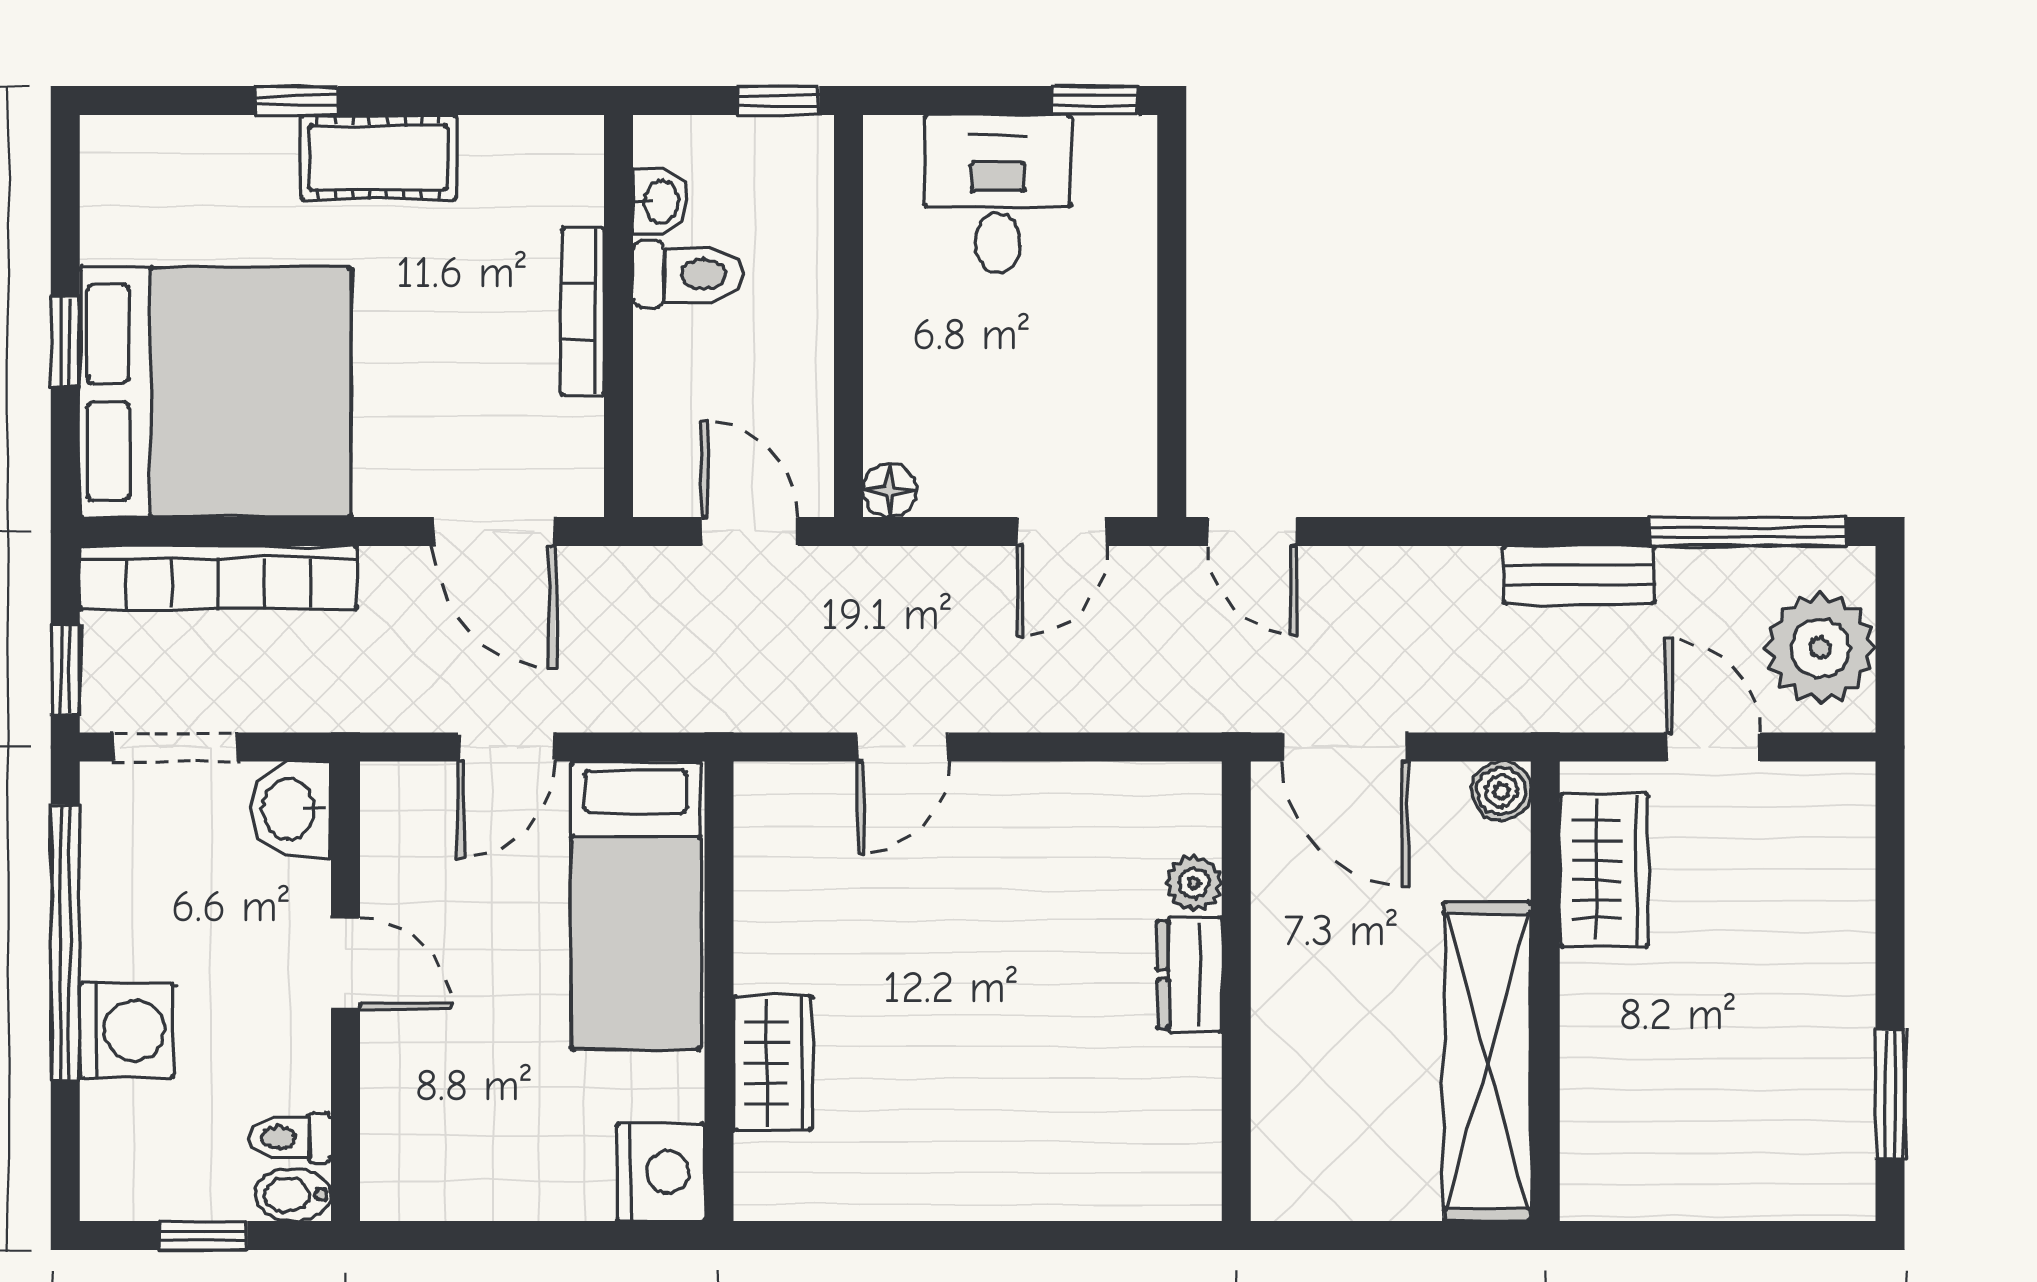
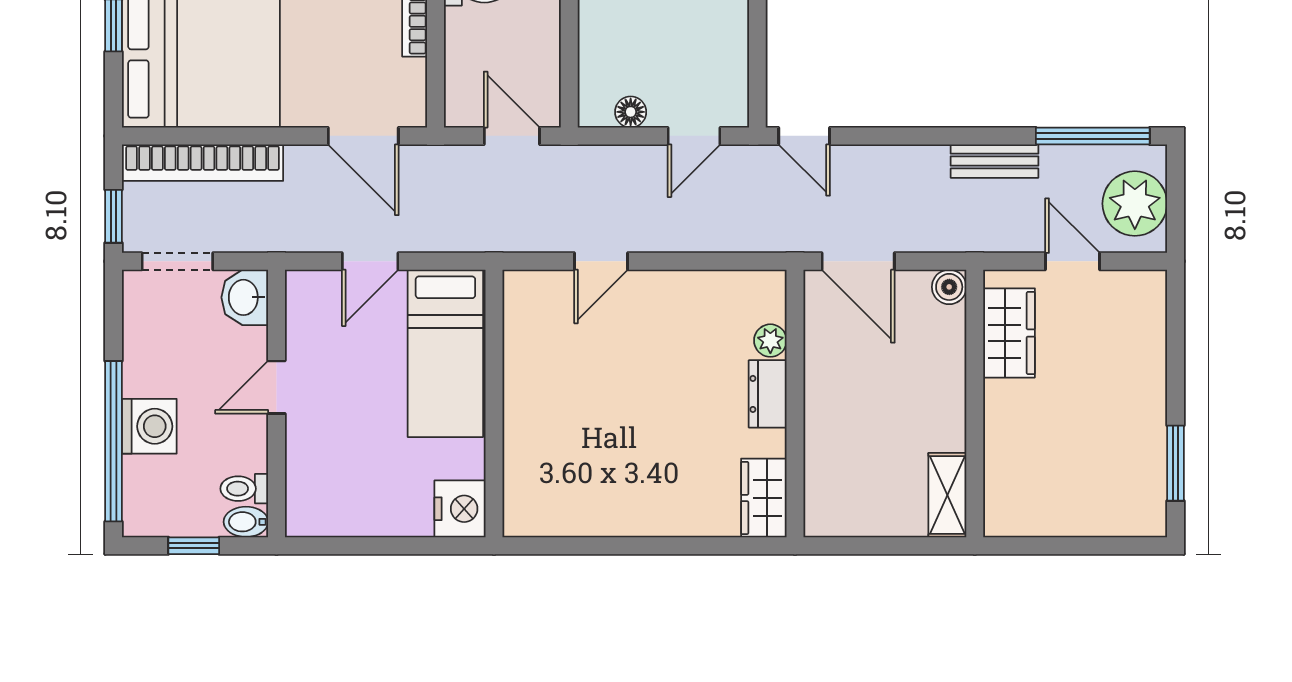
floor lamp: (890, 490) -> (631, 112), moved
window: (65, 943) -> (113, 441), moved
door: (345, 963) -> (277, 387), swing flipped
shelving: (1487, 1062) -> (947, 495), width x0.45, depth x0.75
wardrobe: (773, 1063) -> (764, 498), moved, turned 180

